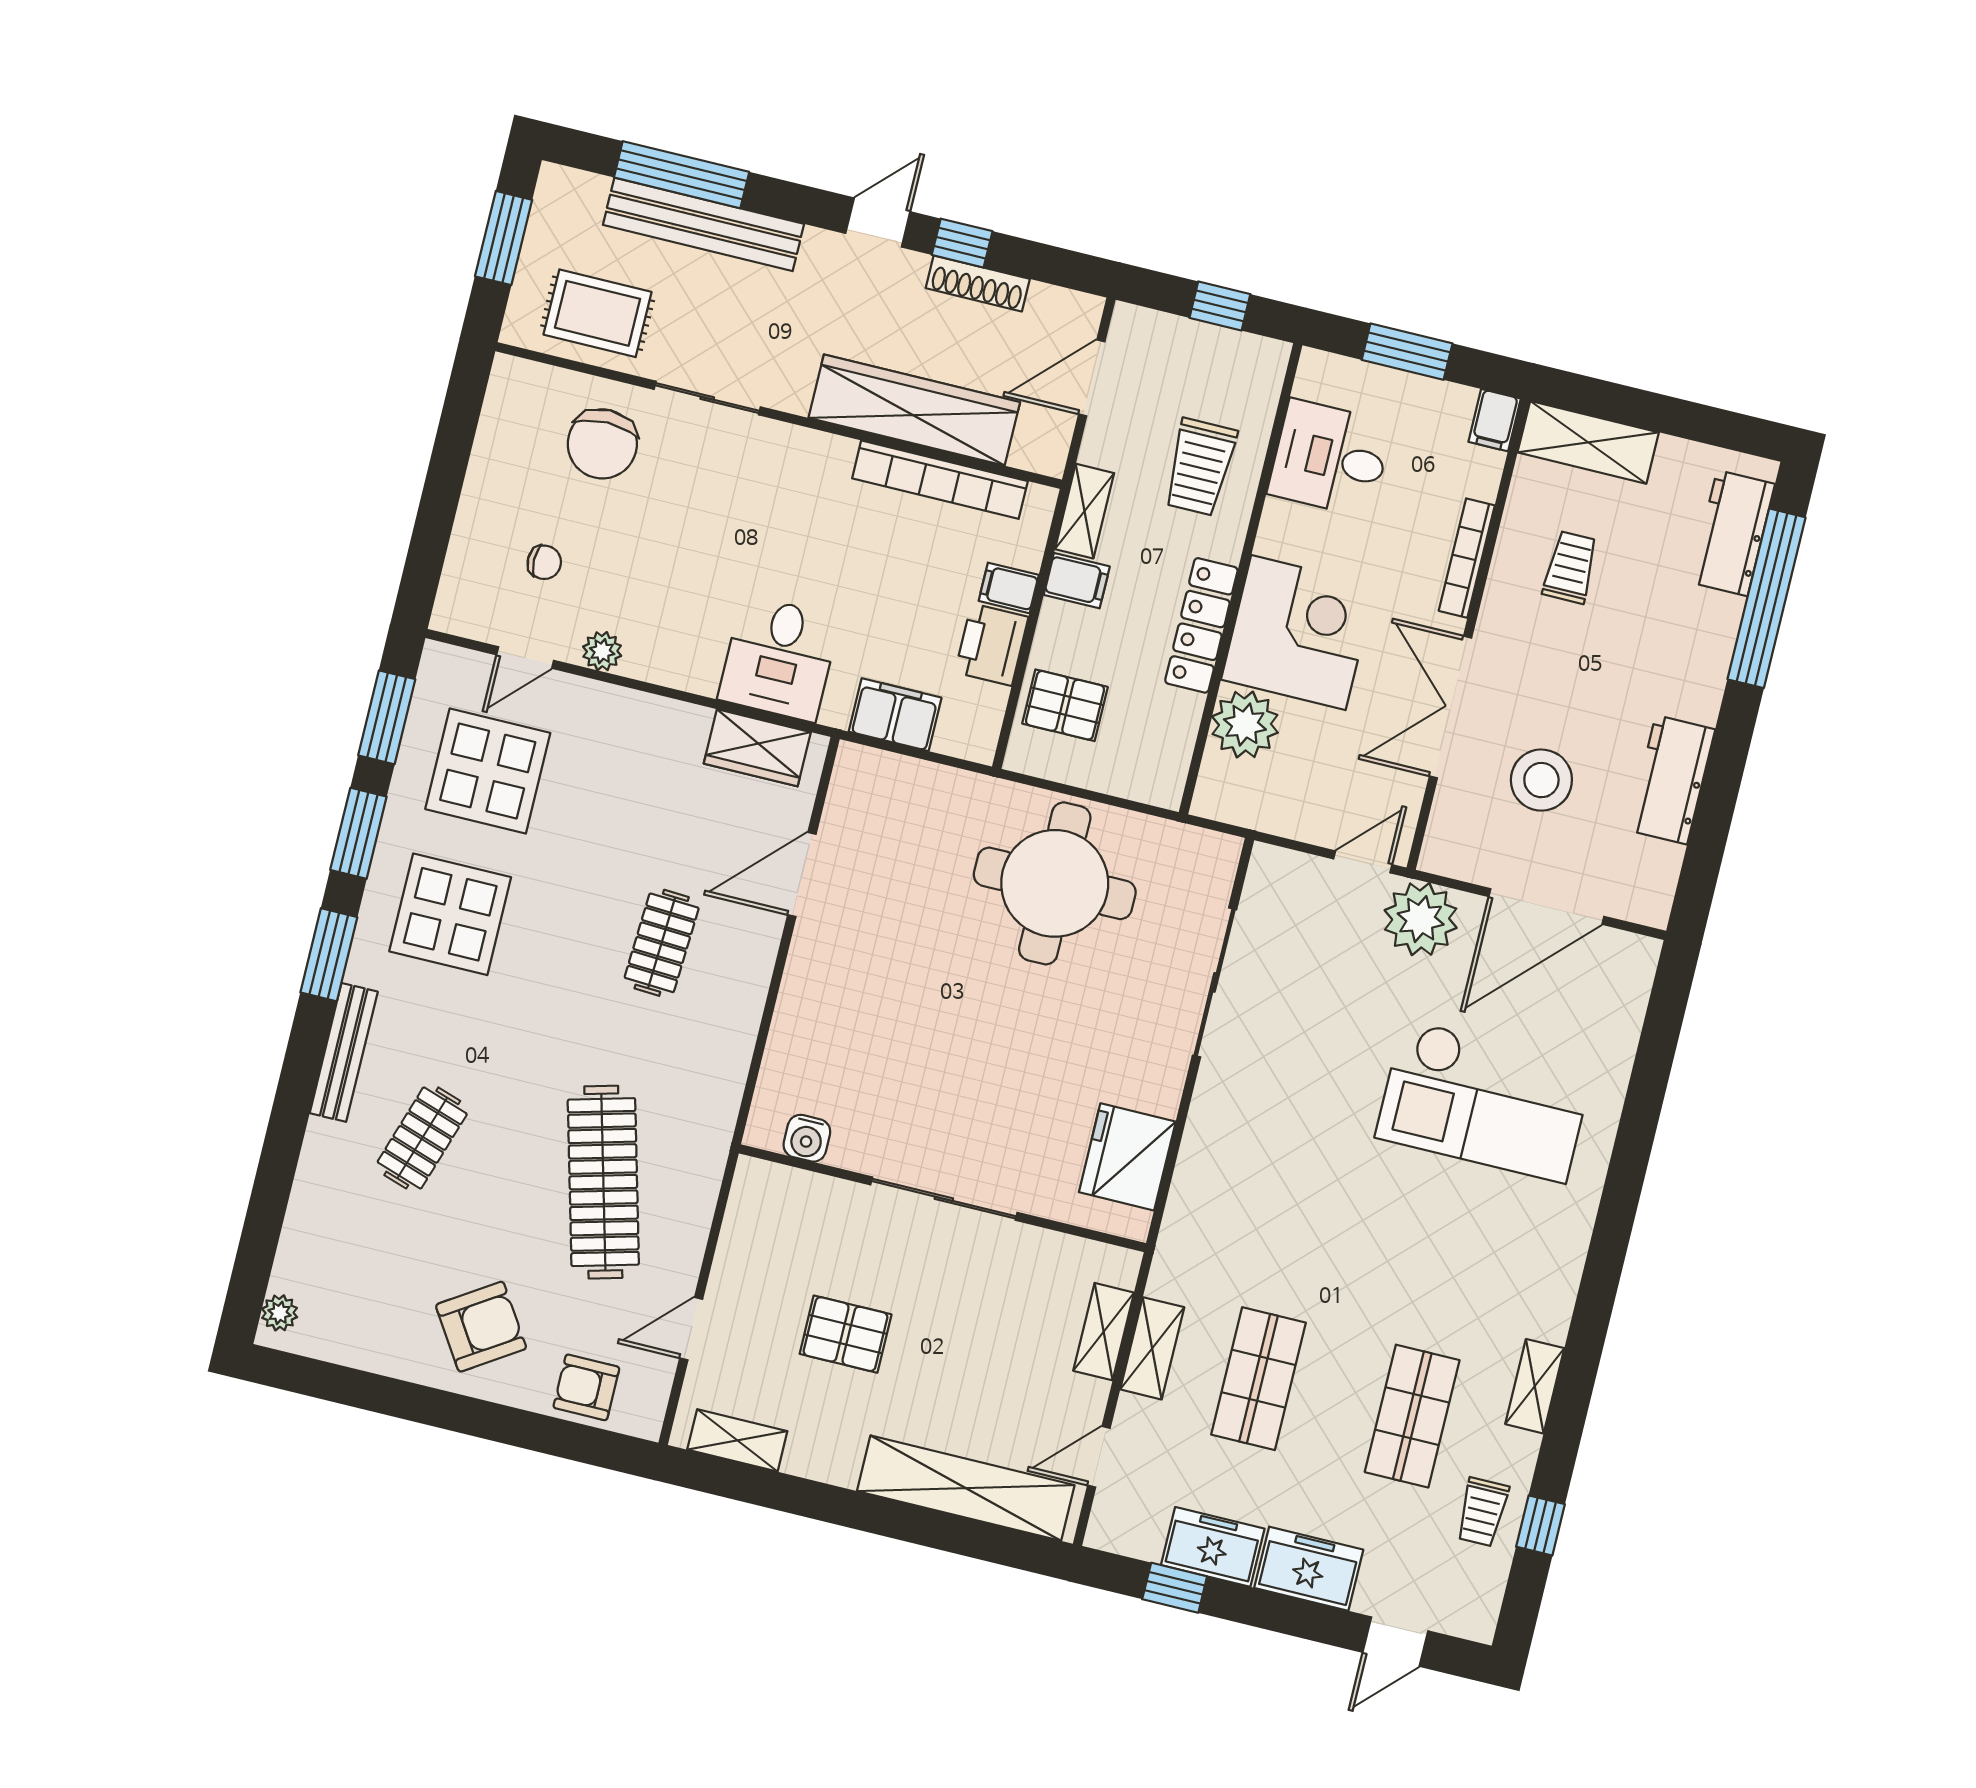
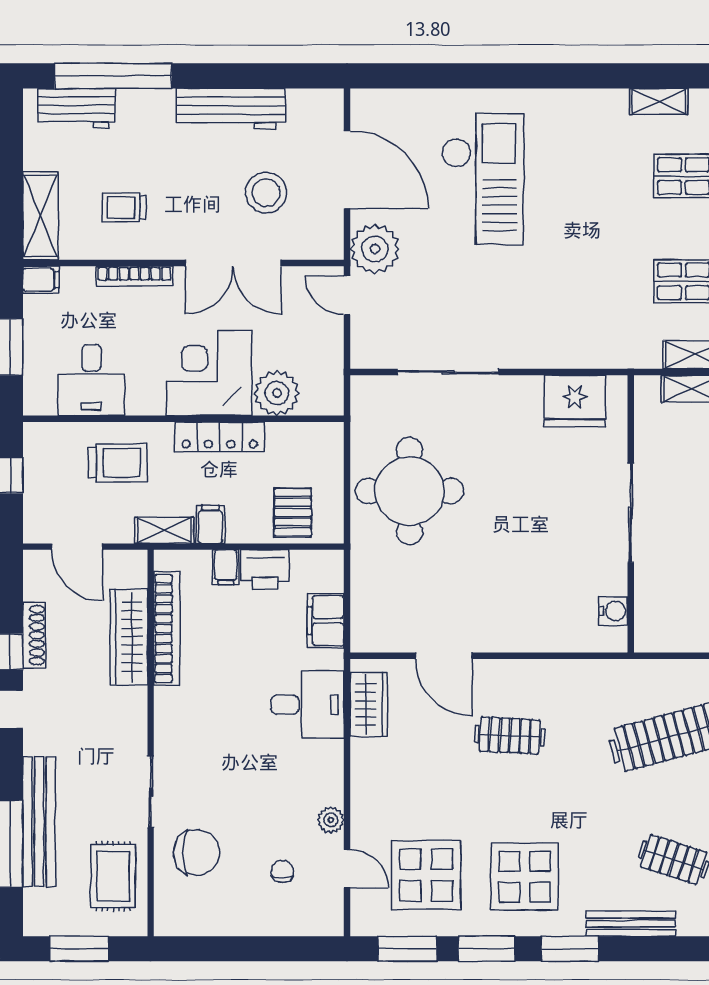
wardrobe: (914, 410) -> (129, 637), width x0.71, depth x0.85
workbench: (1671, 780) -> (231, 109), width x1.38

